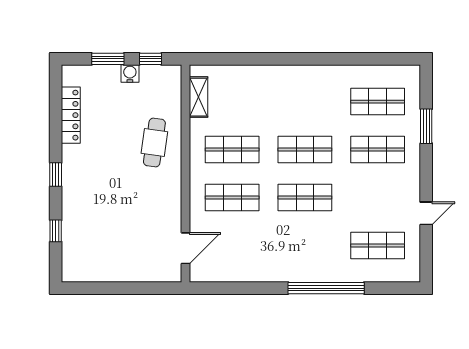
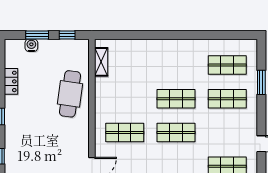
water cooler: (130, 74) -> (31, 45), moved
locker: (71, 115) -> (11, 81), width x0.66
cafe table: (154, 142) -> (70, 94), width x1.37, depth x1.35
shop shelf: (232, 150) -> (125, 99), removed

